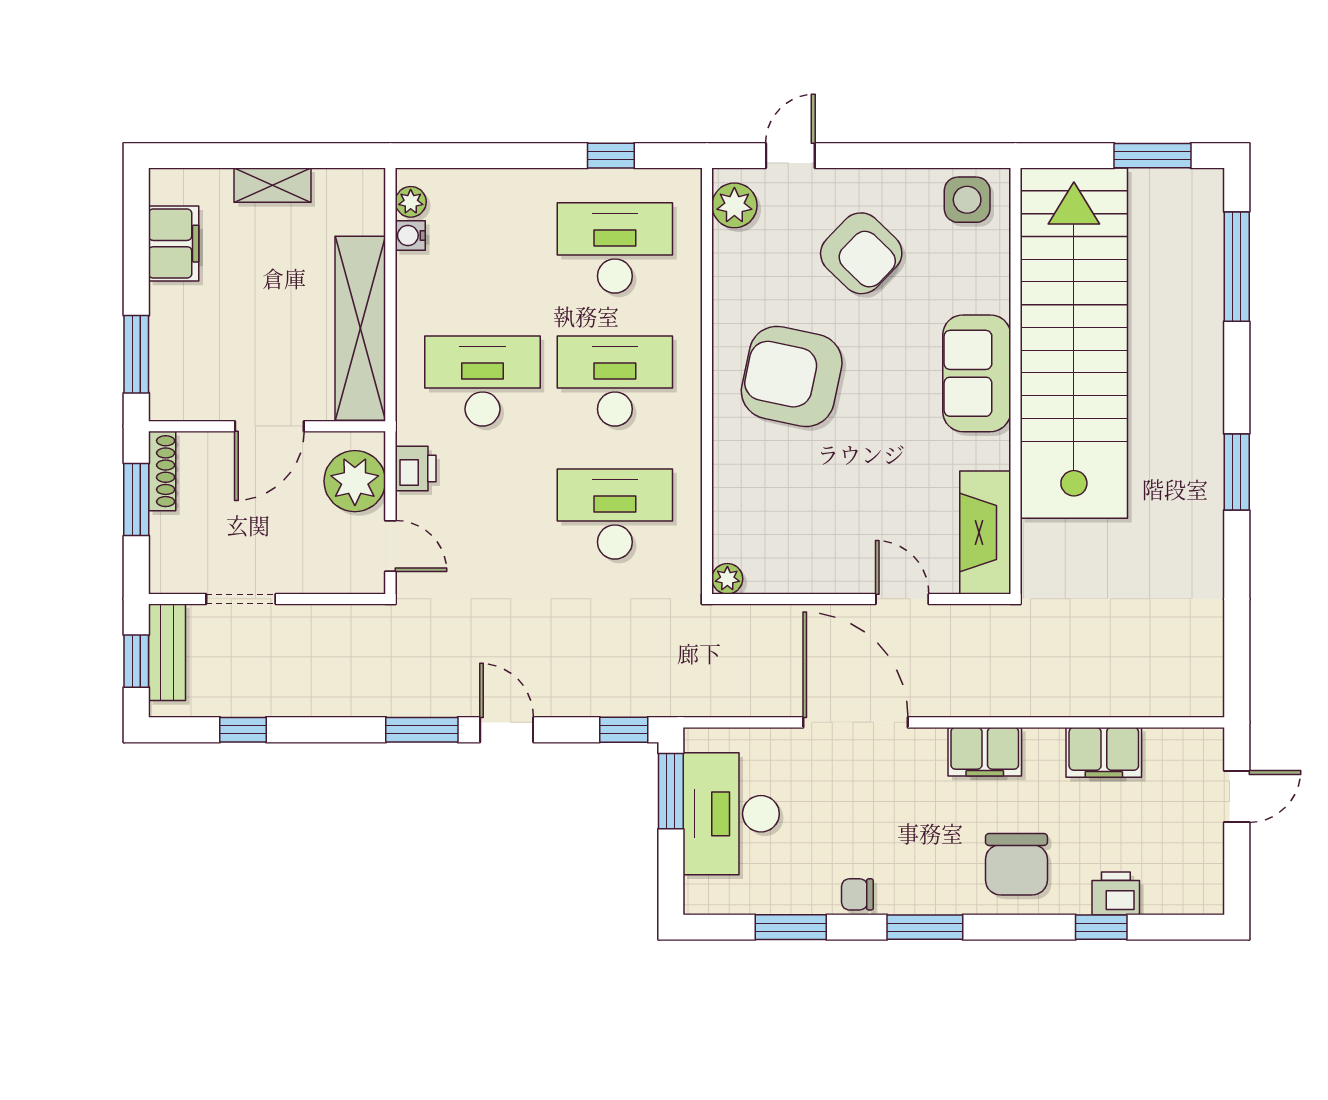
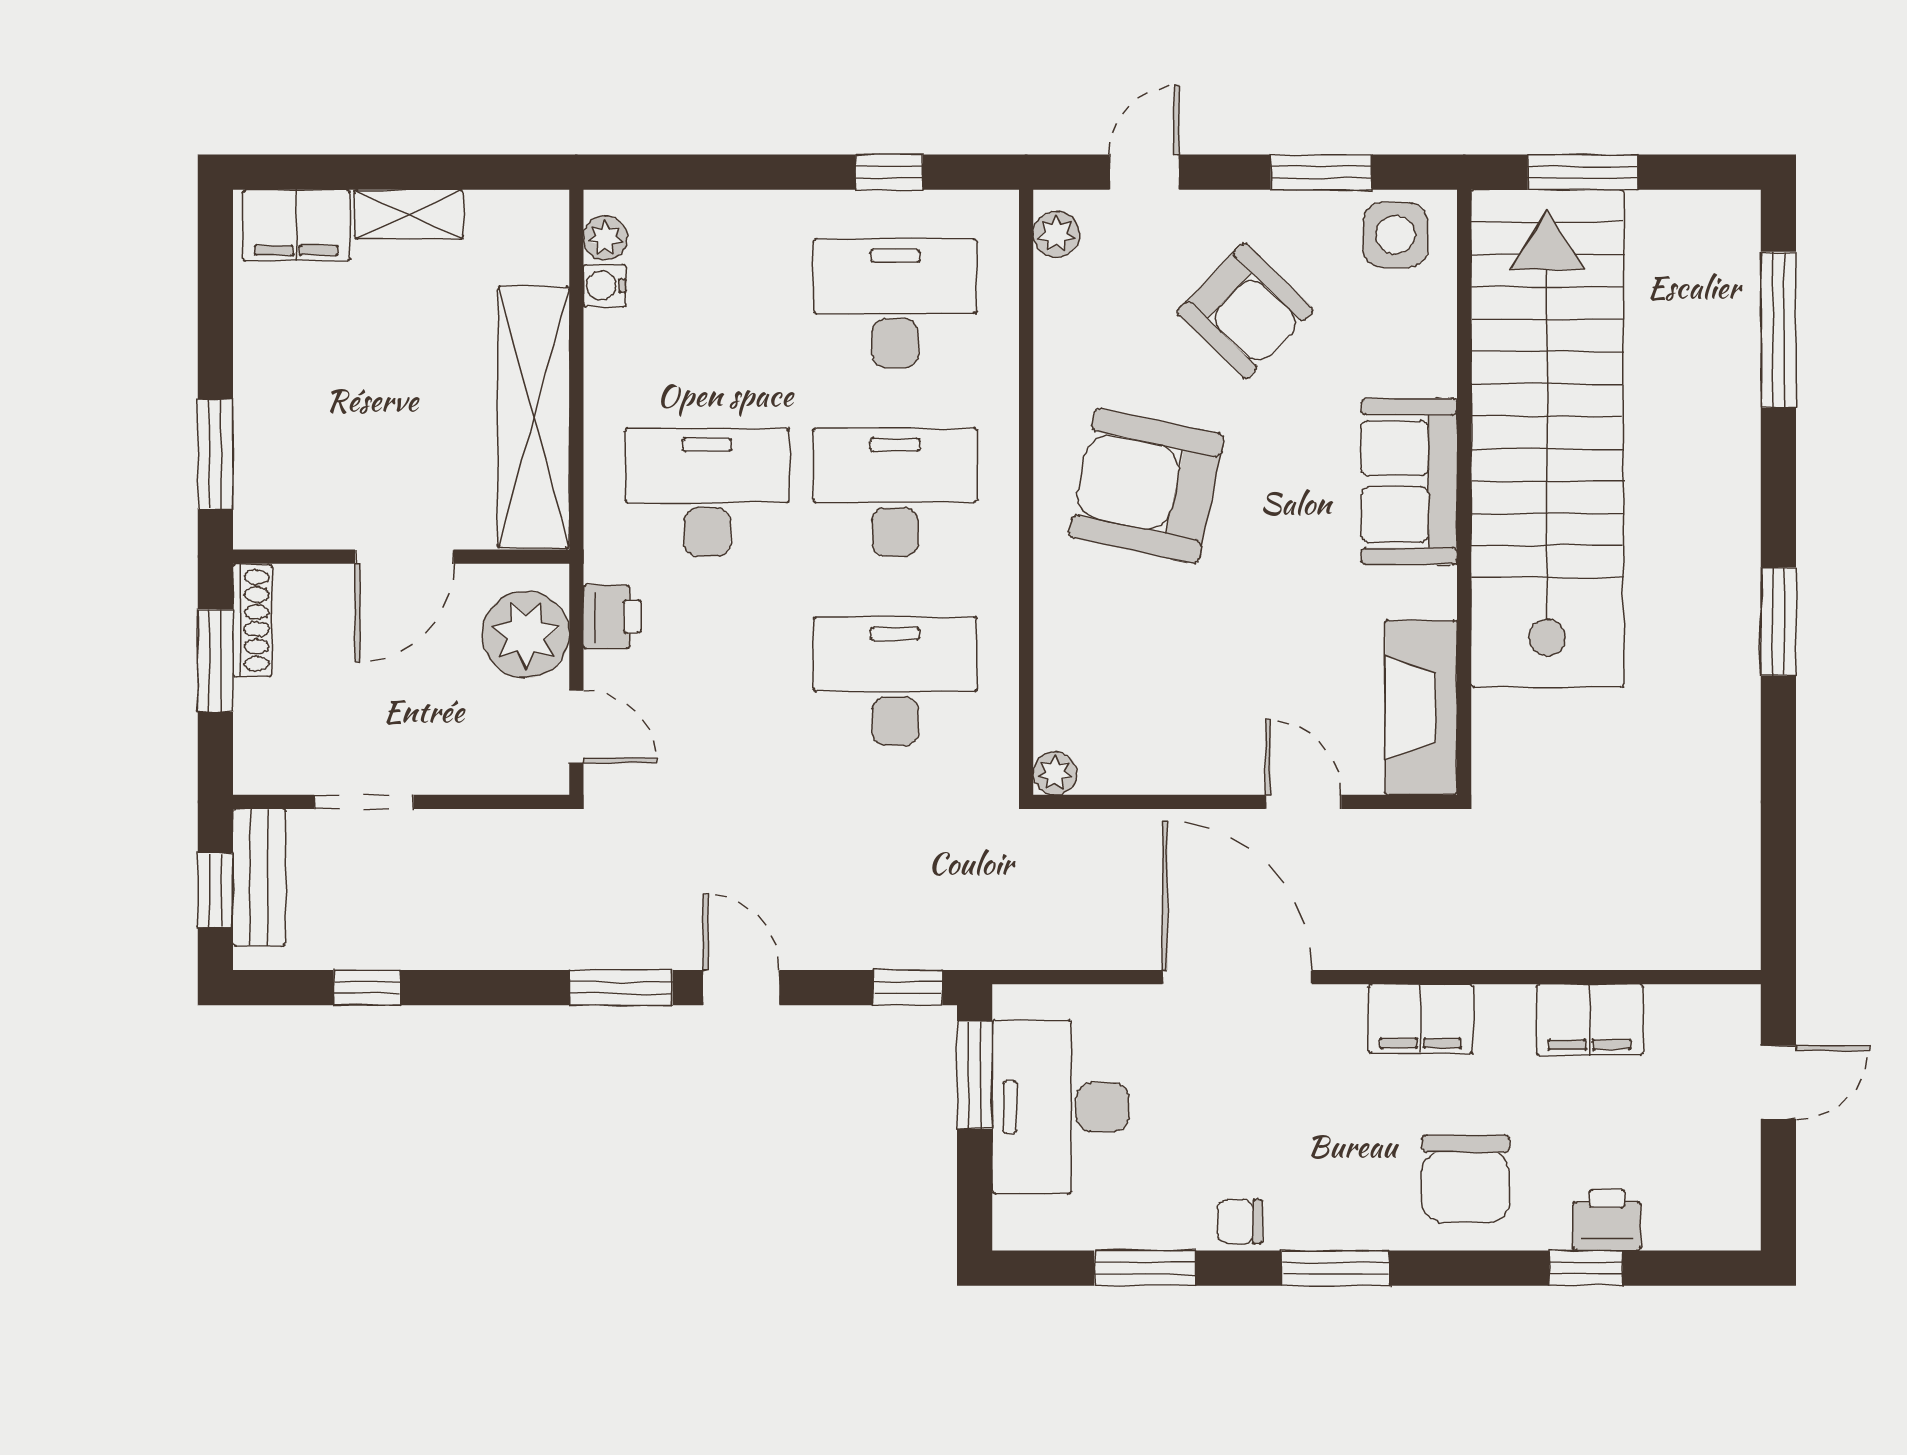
window: (915, 156) -> (1321, 172), added
window: (1153, 156) -> (1583, 172), moved
plant: (734, 205) -> (1056, 234), width x0.73, depth x0.73
filing cabinet: (174, 244) -> (296, 225), moved, turned 90

